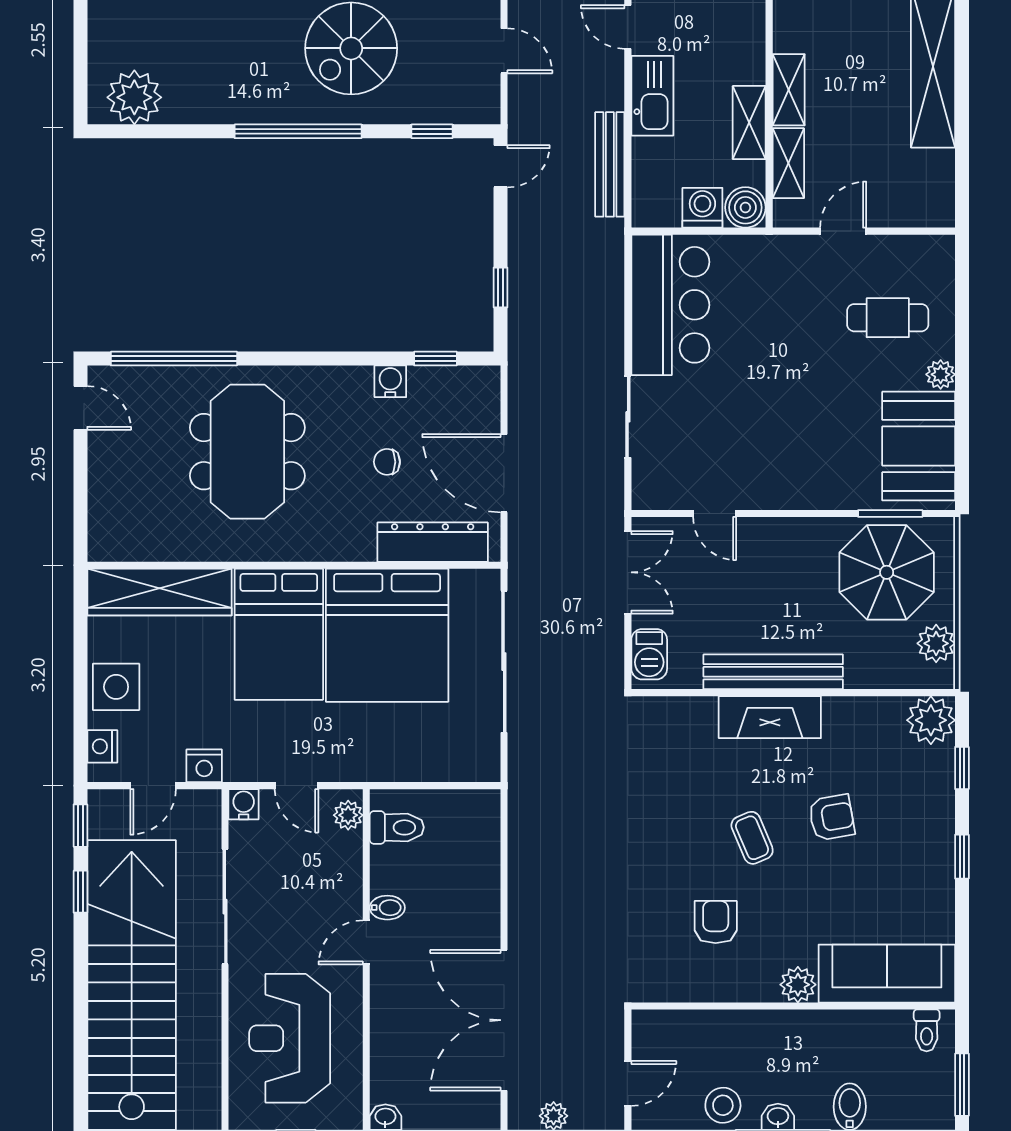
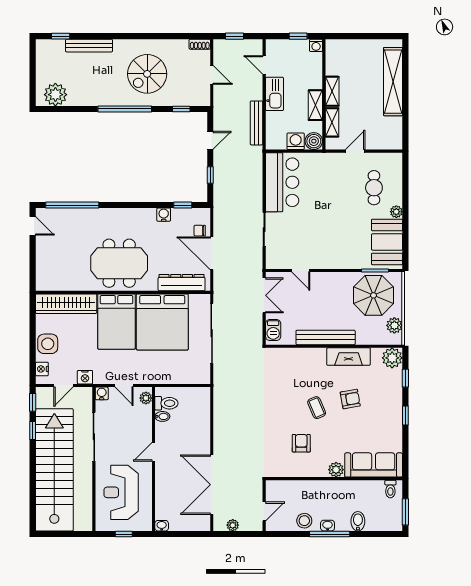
door: (501, 166) -> (210, 140), moved
cafe table: (888, 318) -> (374, 188), turned 90
meeting table: (247, 452) -> (119, 263), moved, turned 90
chair: (387, 462) -> (200, 231), moved
fireplace: (770, 717) -> (349, 357), moved
bidet: (387, 908) -> (162, 416), moved

